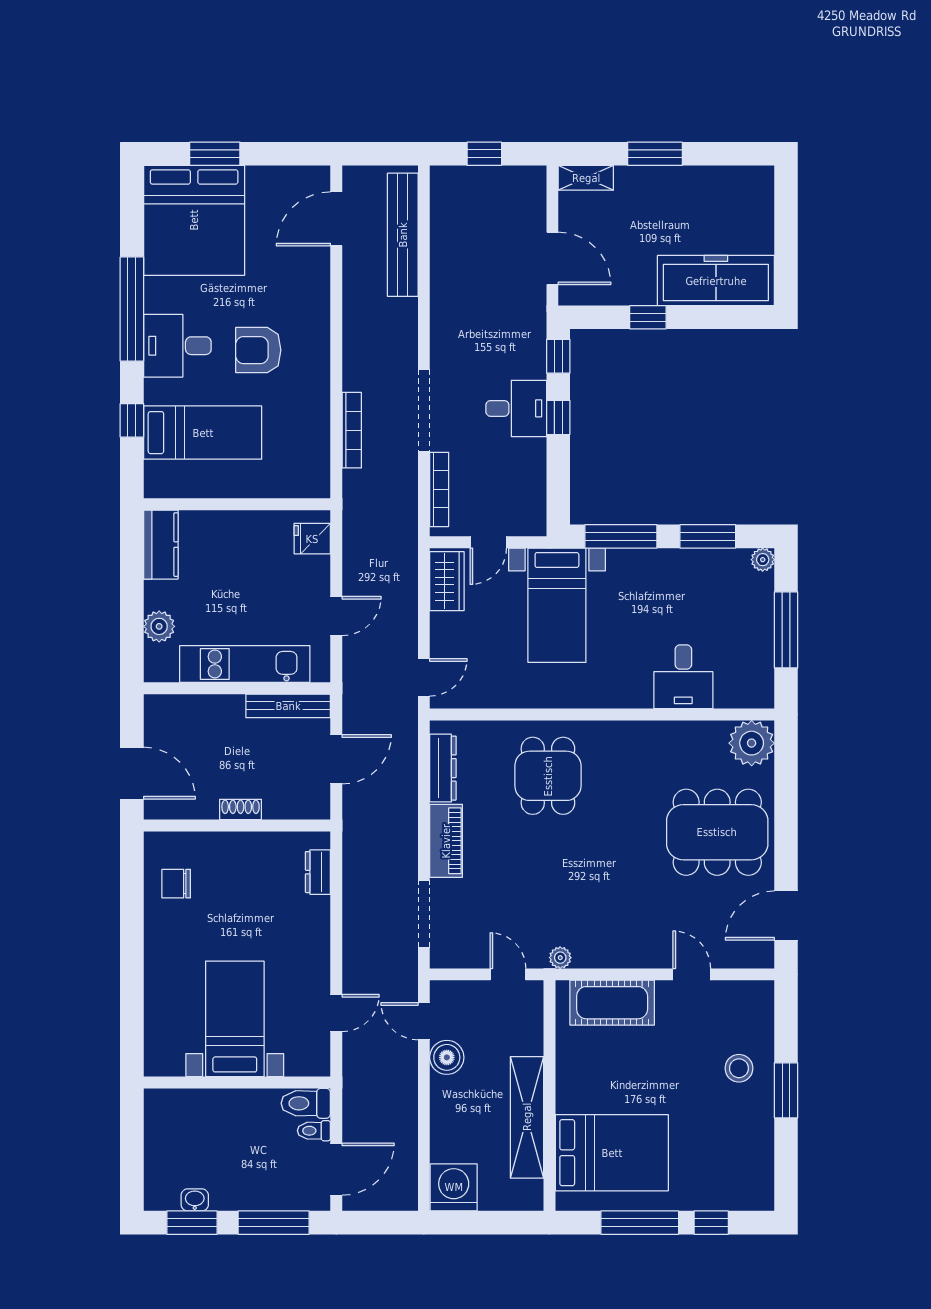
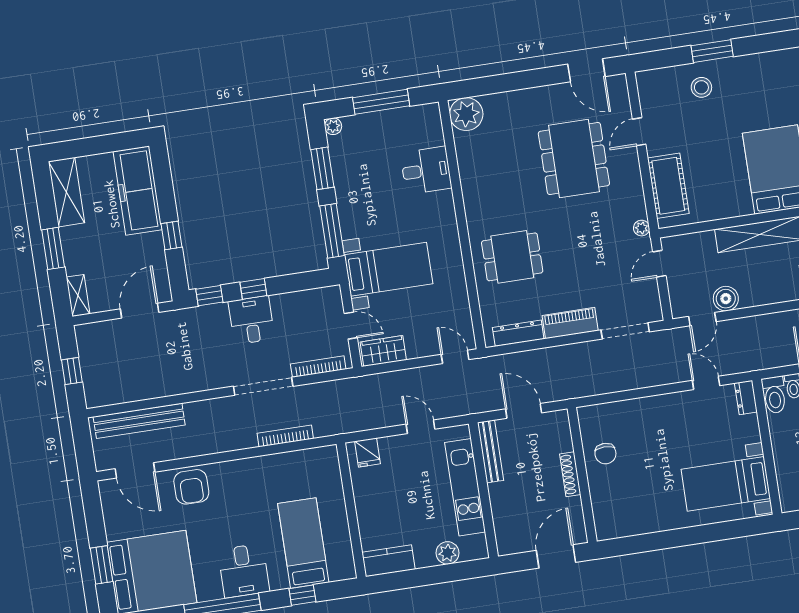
shelving: (729, 184) -> (67, 192), added
armchair: (258, 350) -> (191, 487), moved
shoe rack: (241, 809) -> (570, 474), width x1.43
dining table: (717, 832) -> (574, 159), moved
dresser: (318, 872) -> (746, 398), moved, turned 90
chair: (176, 884) -> (605, 454), moved
bed with nightstands: (235, 1019) -> (726, 484), moved

